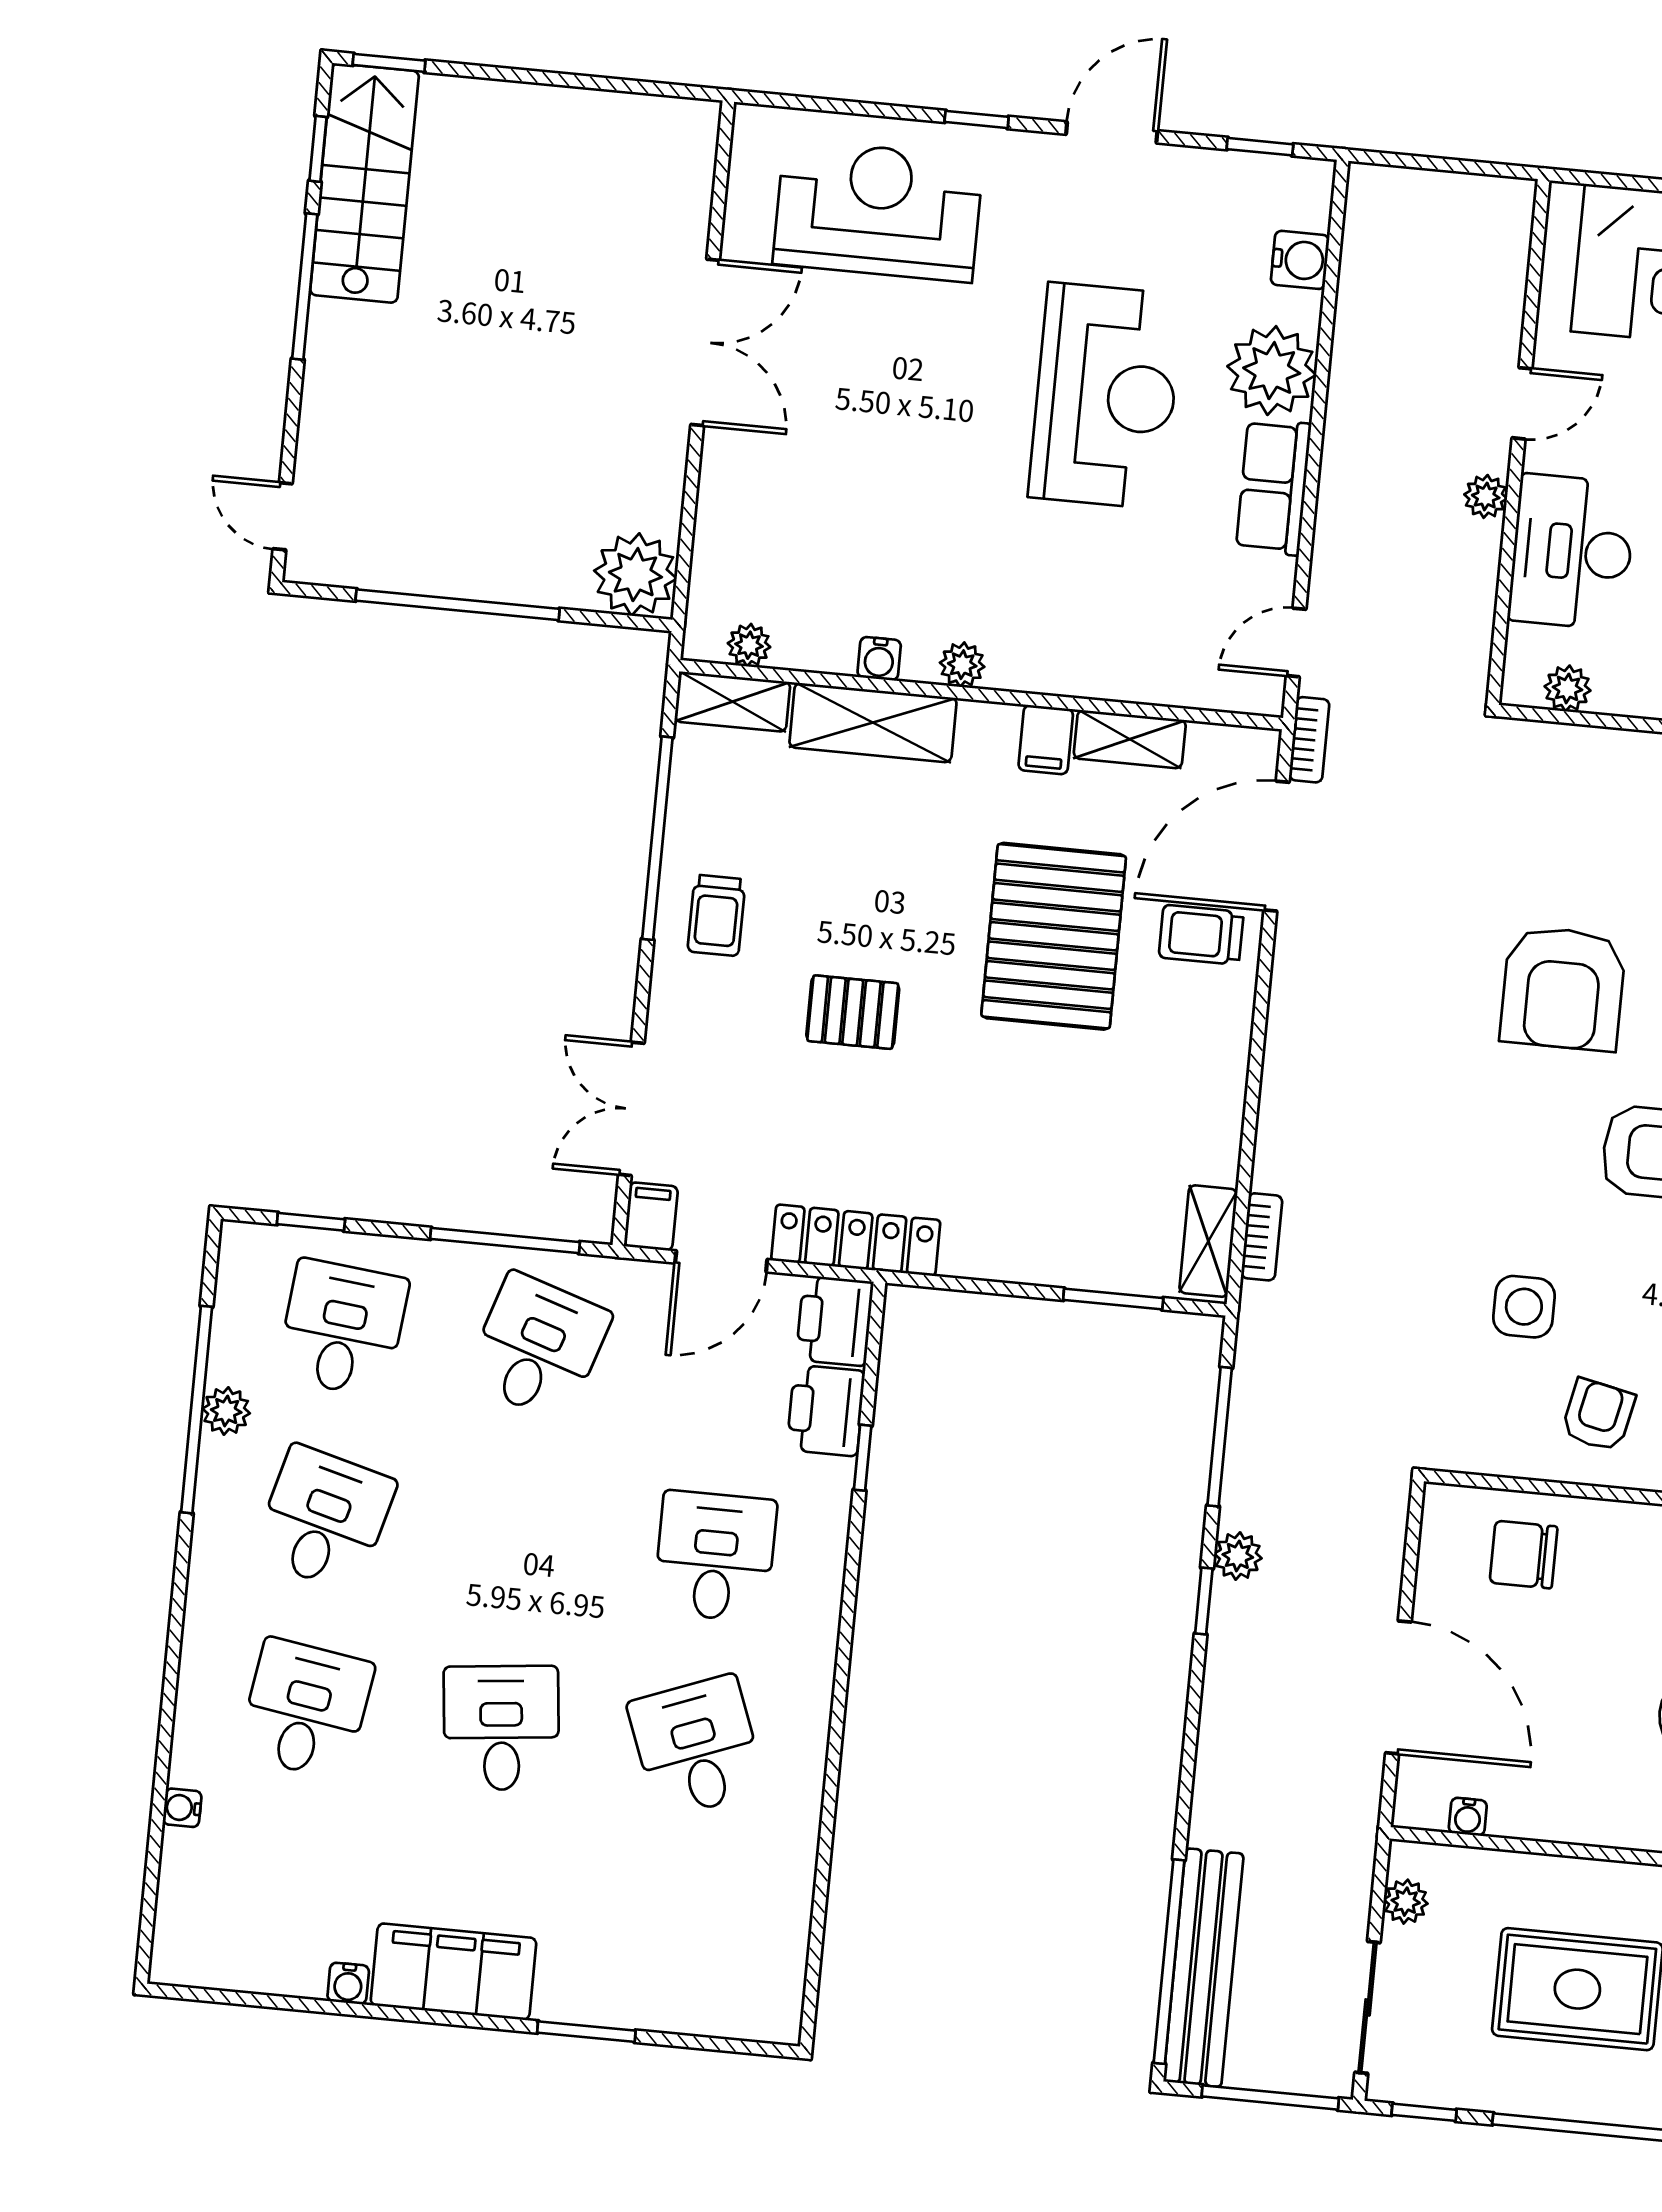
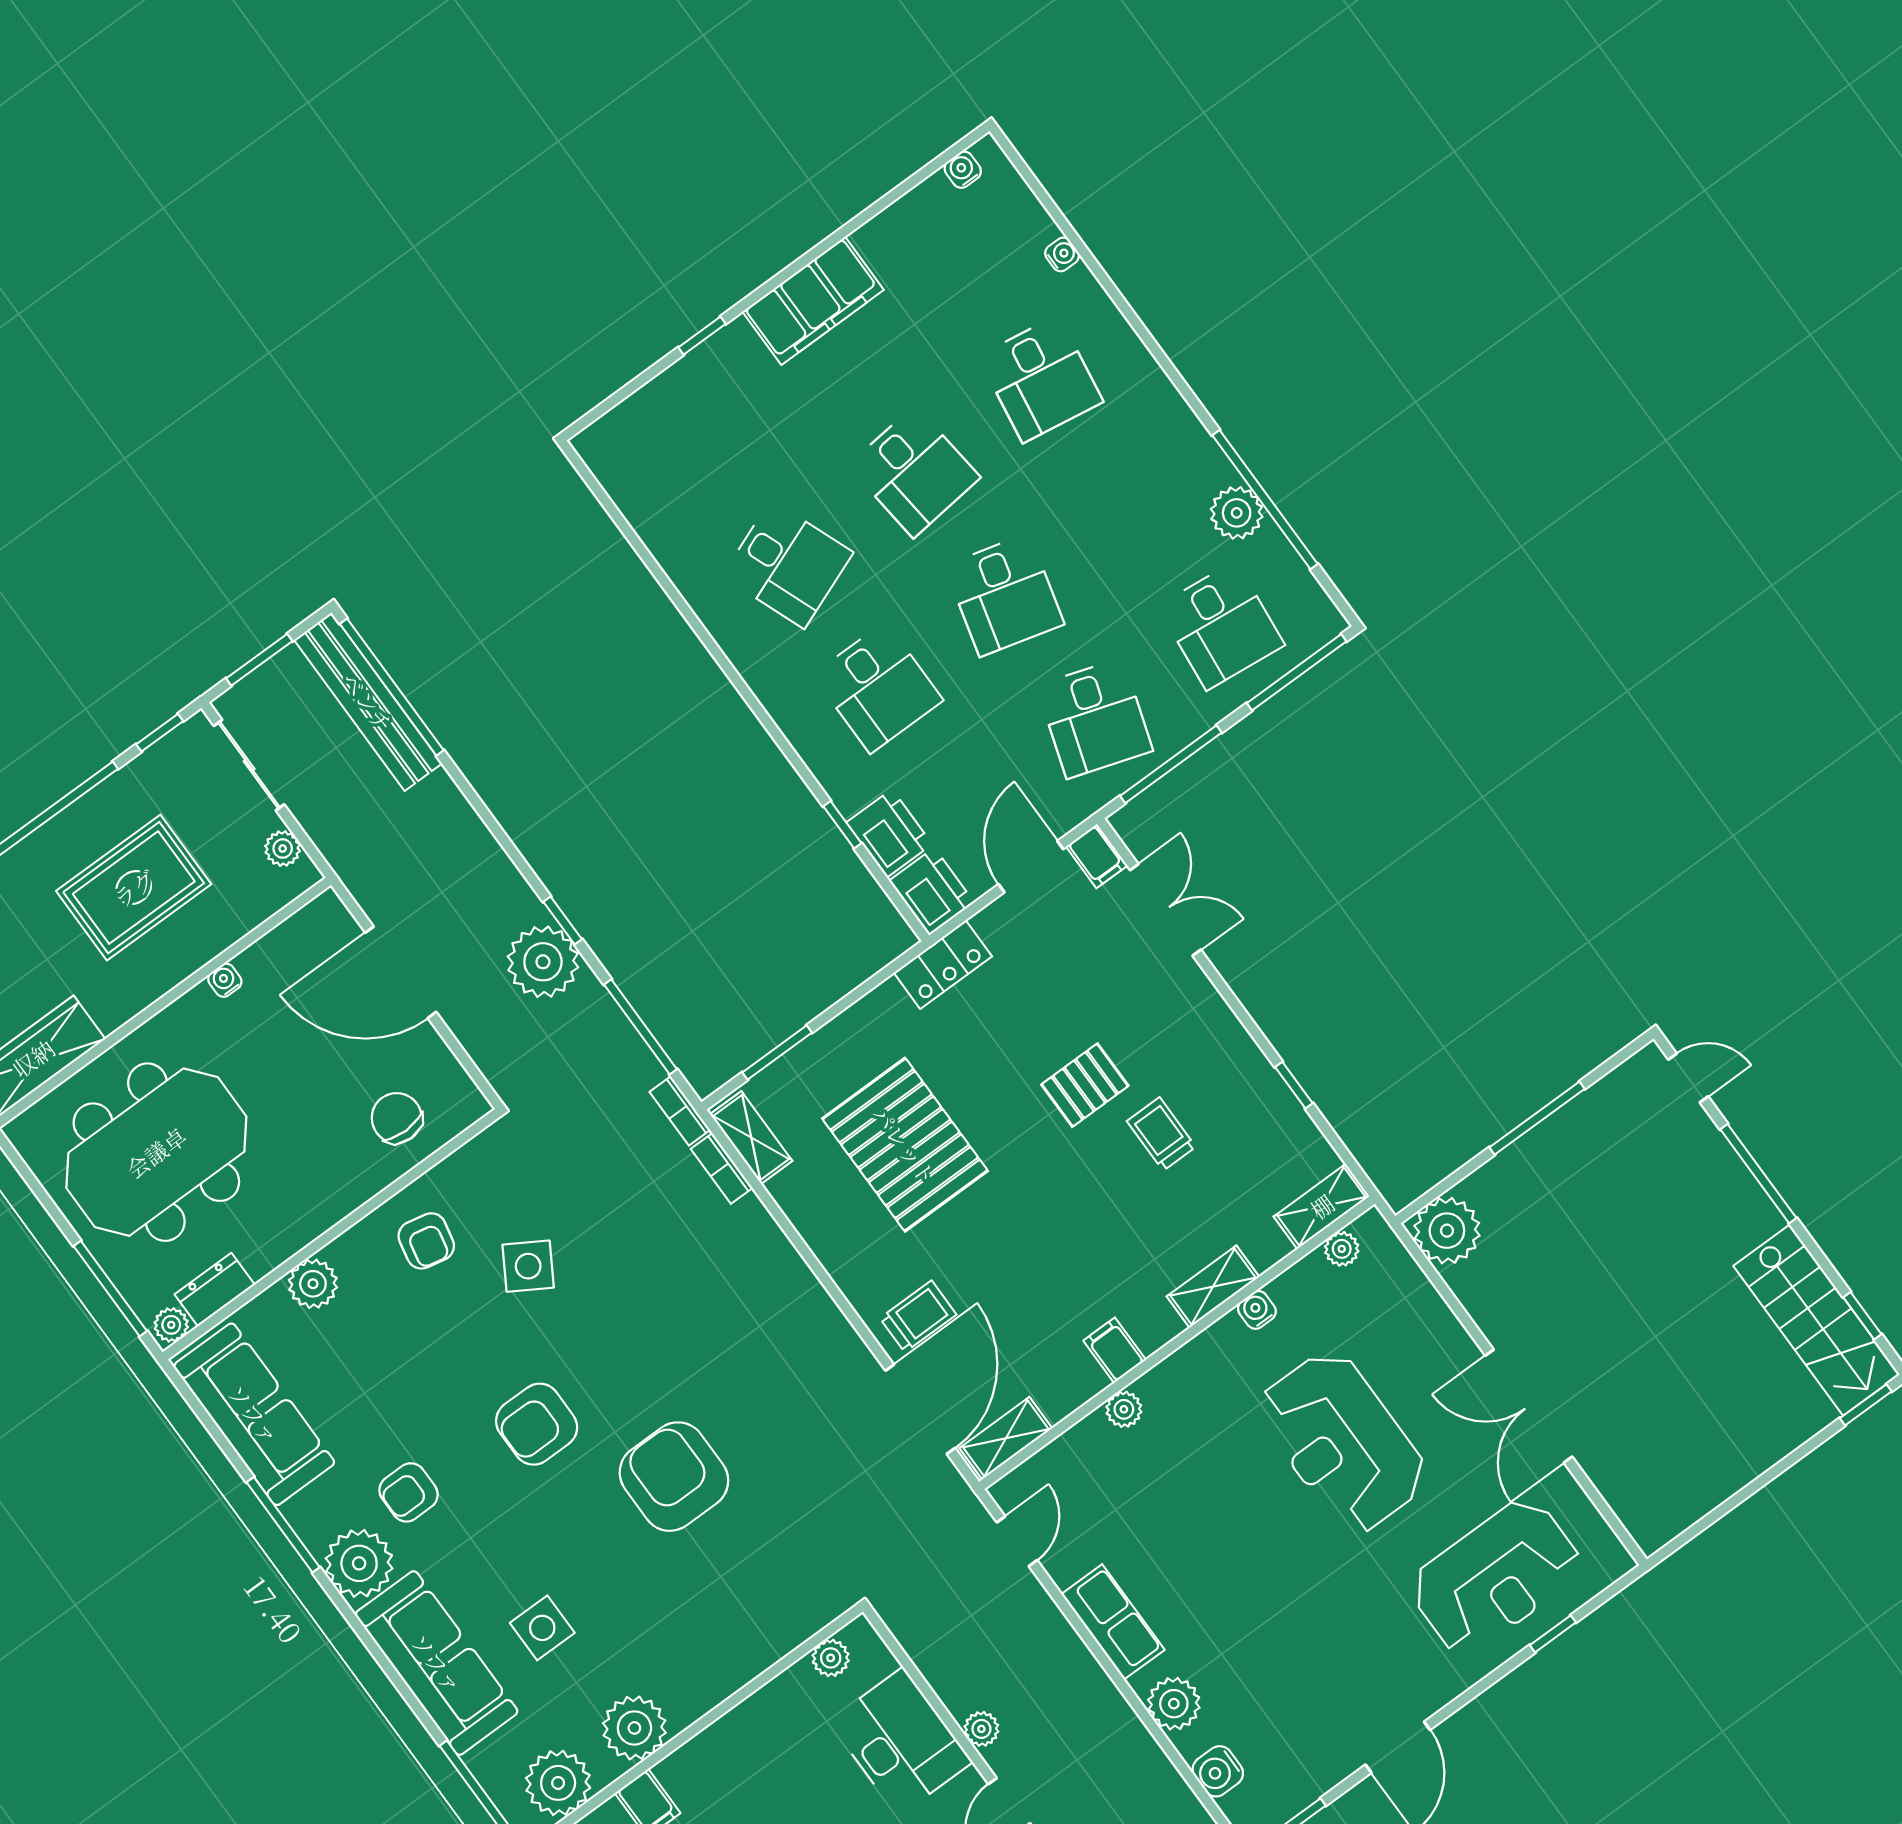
window: (977, 119) -> (1553, 1634), moved
window: (305, 287) -> (1758, 1174), moved
plant: (1272, 371) -> (1174, 1704), width x0.73, depth x0.73
reception desk: (1106, 396) -> (1342, 1442), moved
window: (458, 605) -> (1537, 1118), width x0.68
plant: (962, 665) -> (1124, 1409), moved
shelving: (873, 723) -> (1213, 1287), width x0.67, depth x0.75
shelving: (1130, 739) -> (1006, 1438), moved
bookcase: (1309, 740) -> (680, 1111), moved
window: (657, 838) -> (1294, 1085), width x0.32
trolley: (717, 915) -> (1161, 1134), moved
pallet: (1054, 936) -> (905, 1145), moved
window: (311, 1222) -> (1297, 672), width x2.17
locker: (856, 1240) -> (943, 965), width x0.66
side table: (1524, 1307) -> (528, 1266), turned 31
plant: (226, 1411) -> (1237, 513), width x1.38, depth x1.38
desk: (324, 1519) -> (1004, 595), moved
chair: (1524, 1555) -> (397, 1118), turned -90
plant: (1238, 1556) -> (543, 962), width x1.88, depth x1.88
water cooler: (1468, 1817) -> (225, 980), moved
water cooler: (348, 1983) -> (963, 170), moved
window: (586, 2032) -> (702, 336), width x0.67
window: (1270, 2097) -> (259, 660), width x0.69

